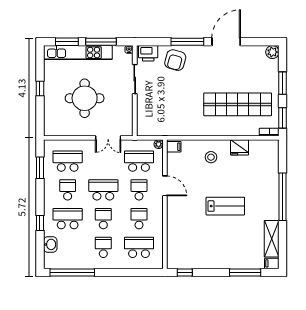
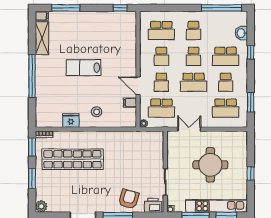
filing cabinet: (174, 147) -> (130, 102), moved

